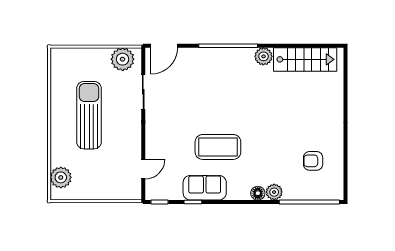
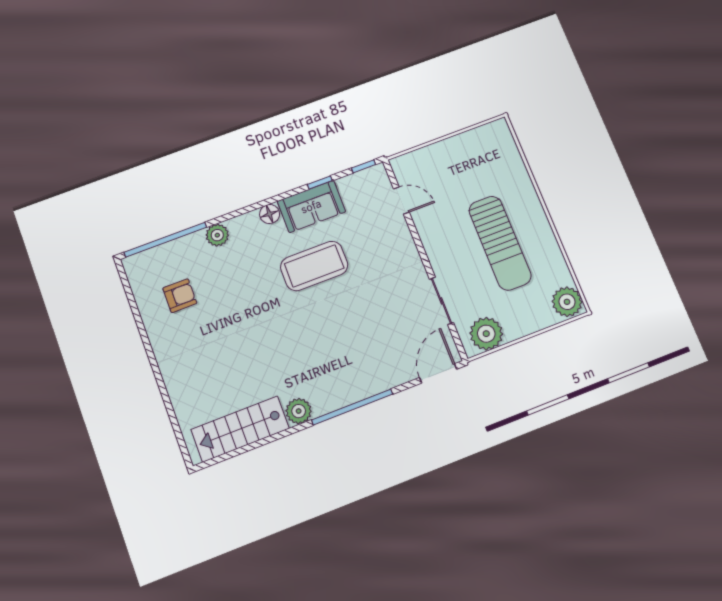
door: (143, 169) -> (401, 200), swing flipped
plant: (61, 177) -> (567, 302), moved
floor lamp: (258, 193) -> (270, 214), moved

